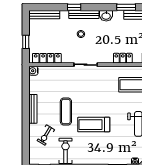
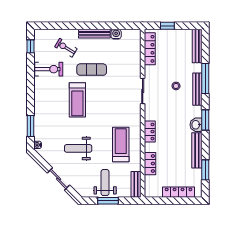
window: (74, 7) -> (205, 79), width x2.17
window: (126, 7) -> (205, 120), moved
washbasin: (106, 16) -> (196, 125), moved
water cooler: (33, 71) -> (116, 34), moved
treadmill: (94, 125) -> (77, 100), turned 180

